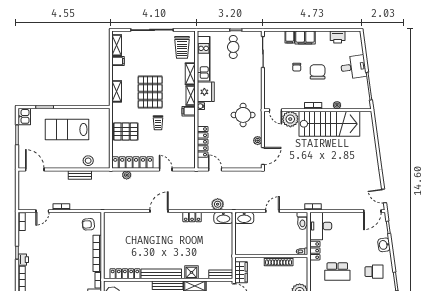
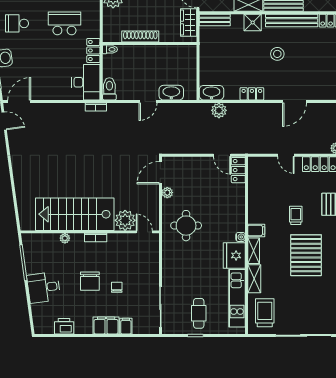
locker: (203, 142) -> (238, 170), moved, width x0.66
washbasin: (244, 218) -> (171, 93), moved
stool: (172, 248) -> (277, 54), added

